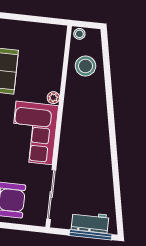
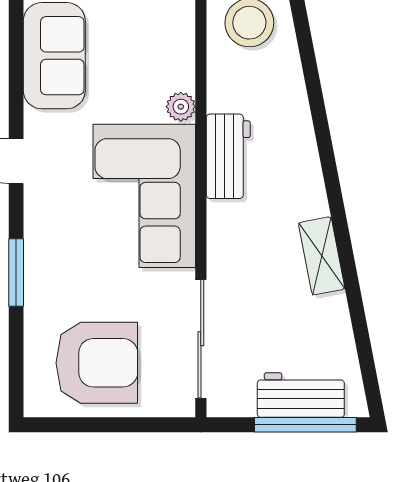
workbench: (71, 120) -> (228, 156), added
shelving: (105, 166) -> (322, 256), added

